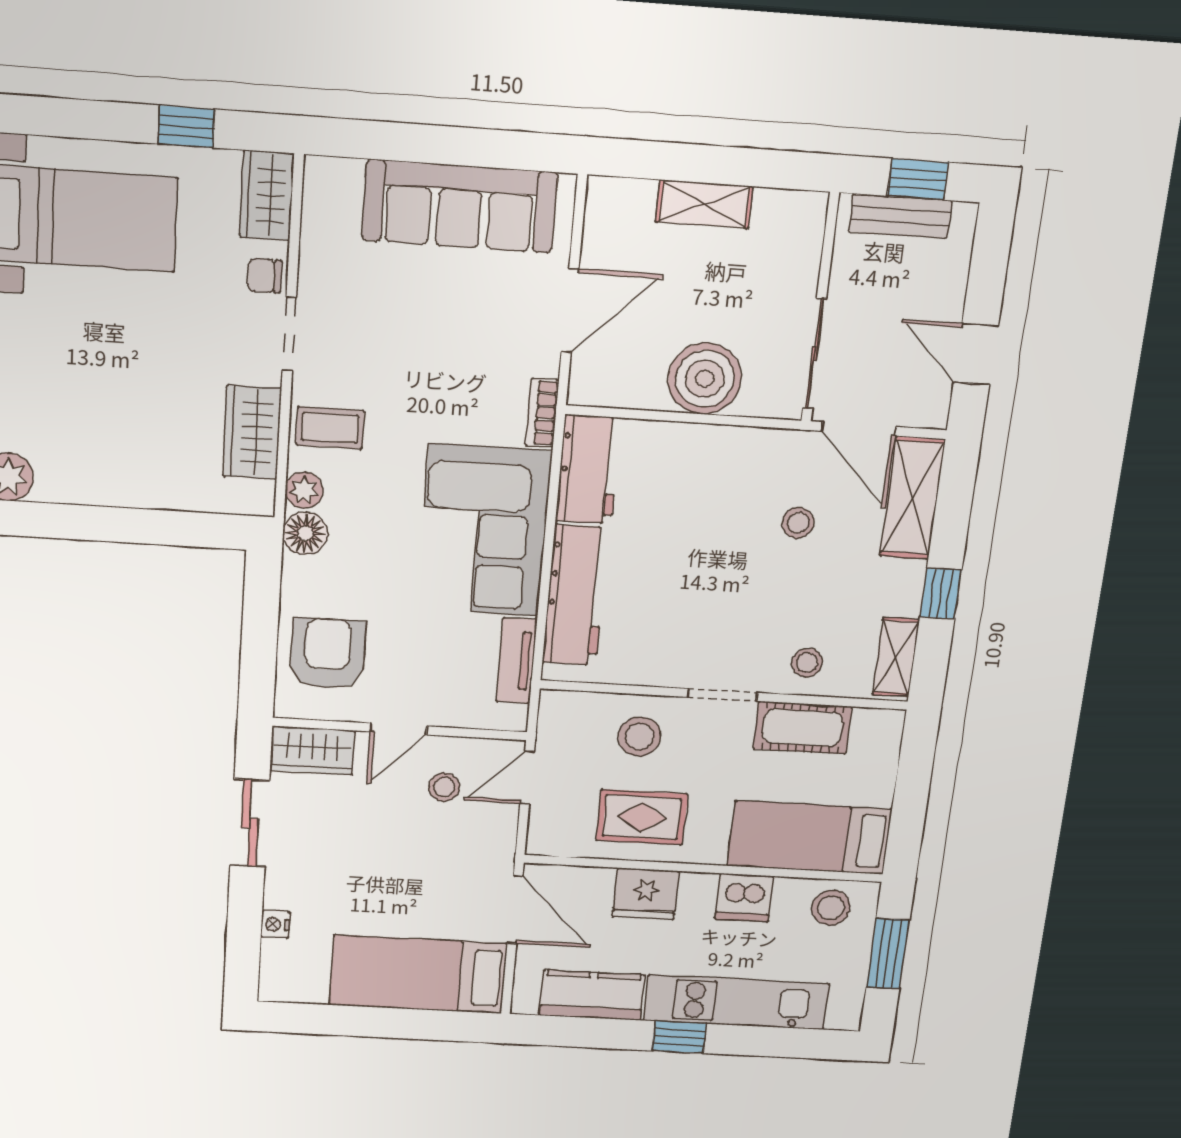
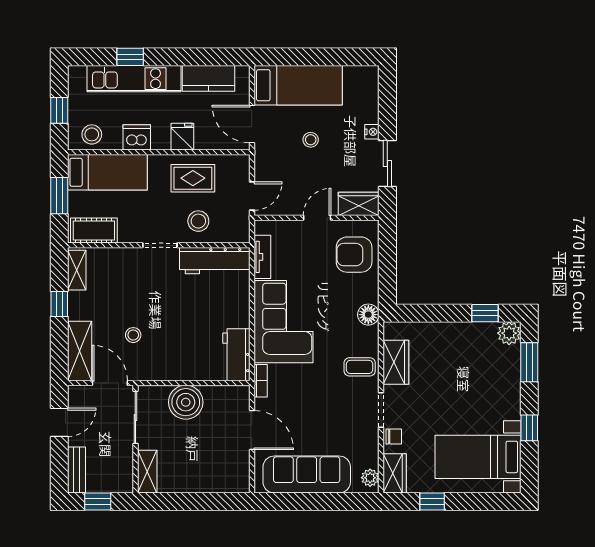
shelving: (704, 204) -> (147, 472), moved, turned 90
bench: (900, 216) -> (77, 470), moved, turned 90
door: (570, 310) -> (252, 430), swing flipped
door: (976, 354) -> (59, 422), hinge flipped
plant: (304, 490) -> (370, 478), moved
window: (59, 521) -> (485, 313), added
workbench: (576, 595) -> (215, 261), moved, turned -90
armchair: (328, 654) -> (354, 255), turned 90
stool: (807, 663) -> (120, 265), removed
cot: (802, 728) -> (94, 231), moved
stool: (444, 787) -> (311, 140), moved
window: (910, 800) -> (59, 196), added
fridge: (646, 894) -> (182, 137), width x0.72
nightstand: (275, 924) -> (372, 132), moved
window: (888, 954) -> (59, 110), width x0.67
window: (679, 1037) -> (130, 57), moved

